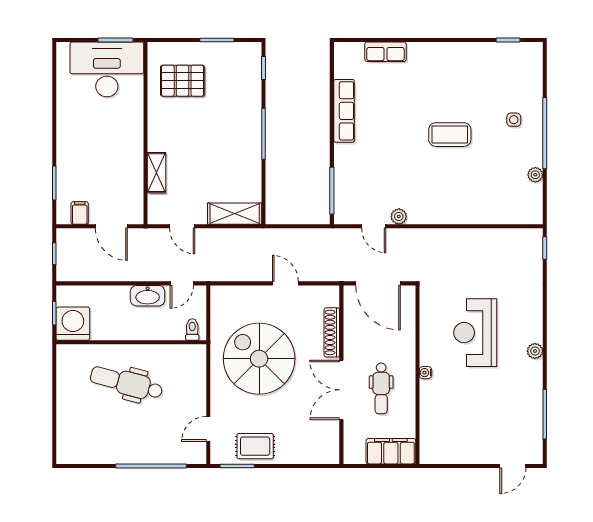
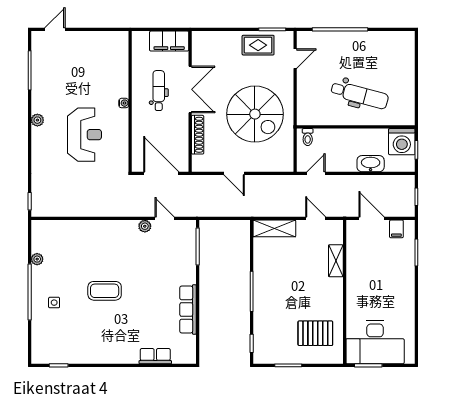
washbasin: (148, 296) -> (371, 164), moved
filing cabinet: (391, 451) -> (169, 41), moved

